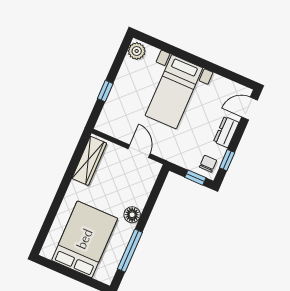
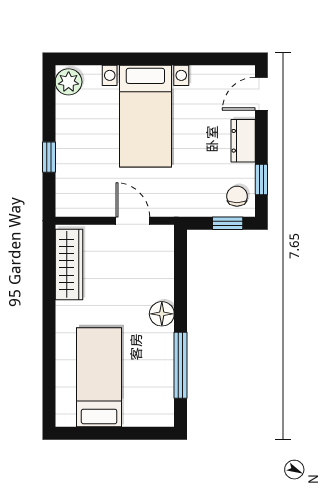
bed: (85, 239) -> (99, 377), width x0.67

